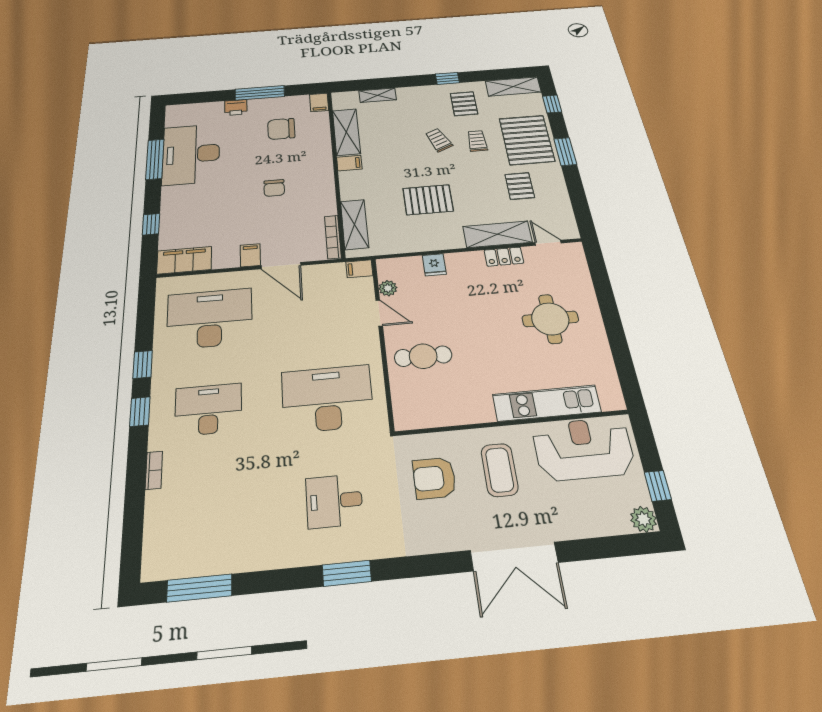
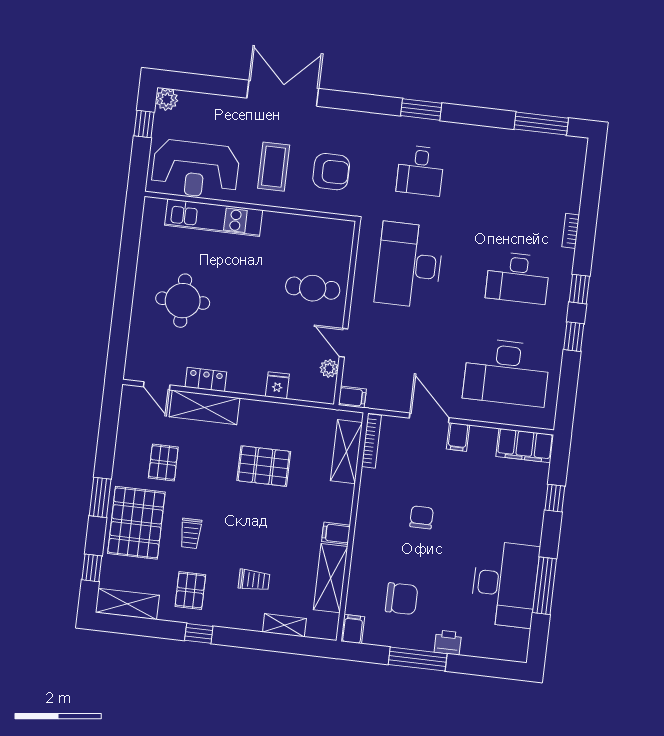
trolley: (439, 140) -> (254, 580), moved, turned -66
desk: (327, 399) -> (409, 265), turned 90
desk: (334, 501) -> (420, 170), turned 90

